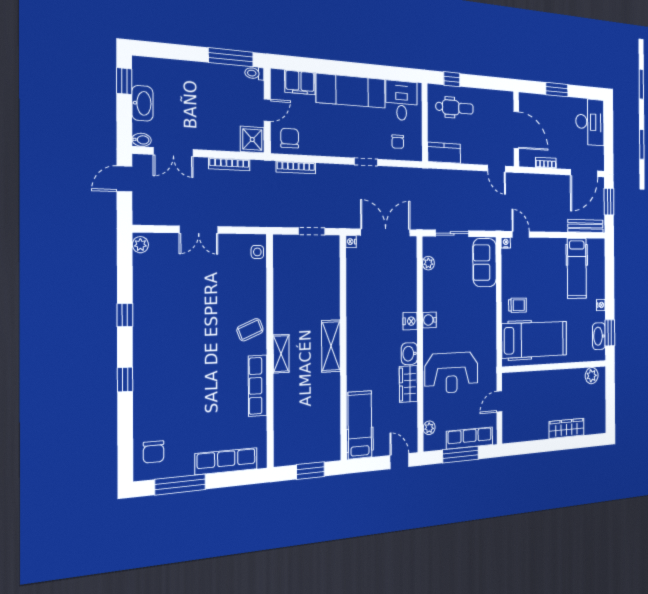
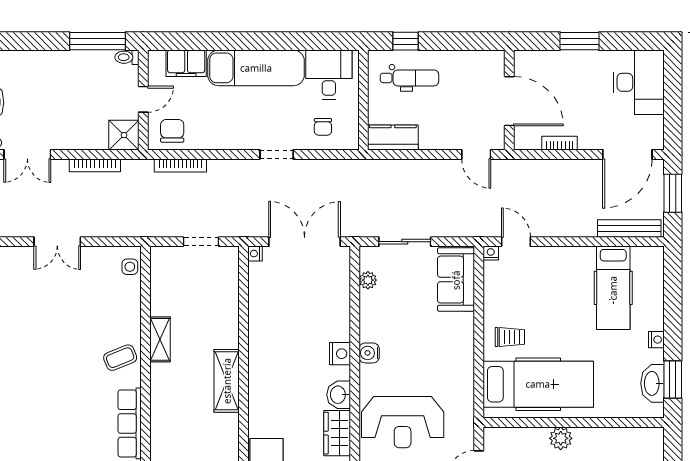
shelving: (281, 354) -> (160, 339), moved
plant: (592, 376) -> (561, 438), moved

